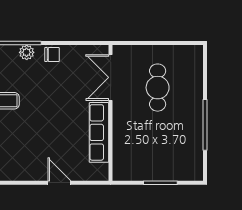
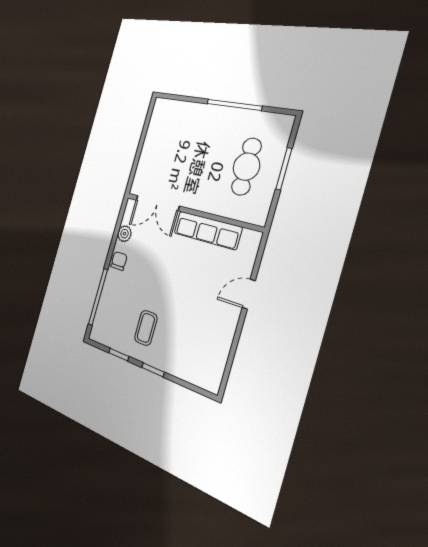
plant: (27, 52) -> (125, 234), moved
cafe table: (158, 88) -> (246, 167), moved, turned 90

